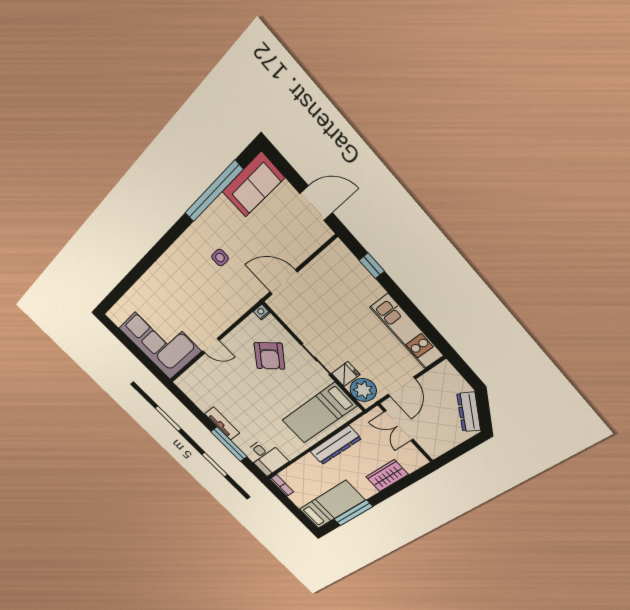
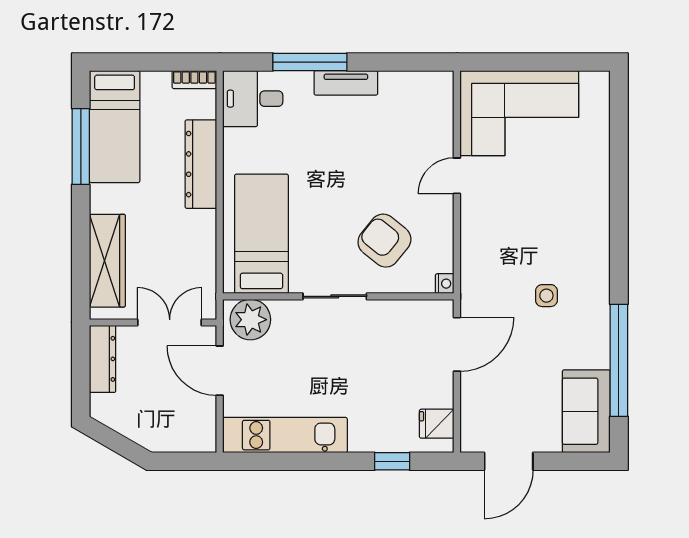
fridge: (346, 374) -> (437, 424), moved, turned 90
dresser: (469, 412) -> (103, 359), moved, turned 60
dresser: (335, 445) -> (201, 164), moved
wardrobe: (387, 476) -> (107, 261), width x1.50

